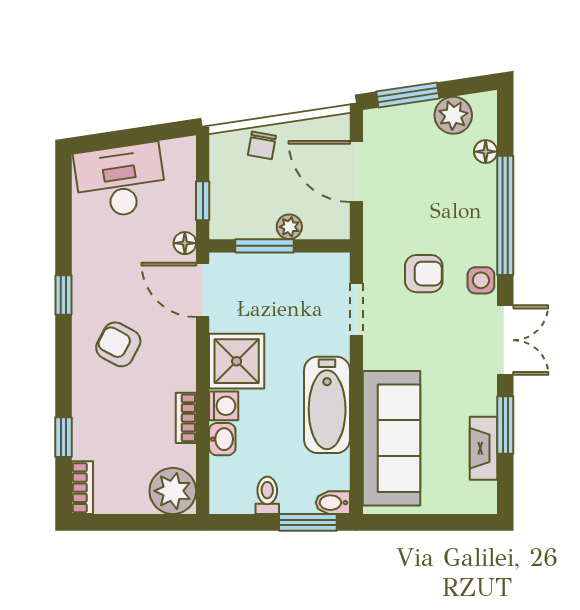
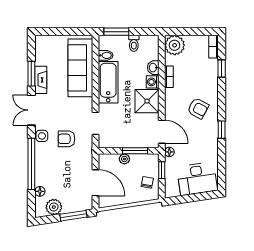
chair: (262, 145) -> (147, 182), moved
fireplace: (484, 448) -> (41, 80), moved
bidet: (333, 503) -> (106, 55), moved

